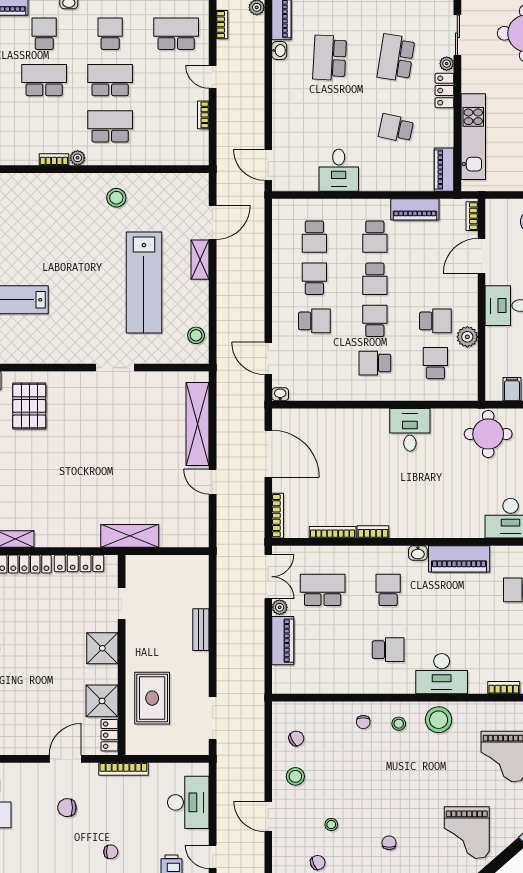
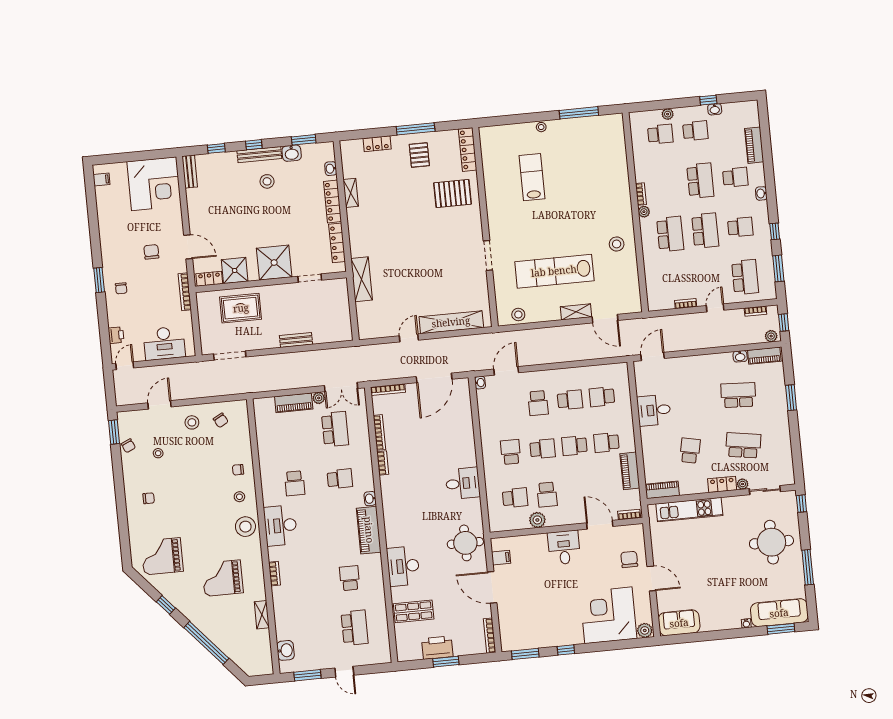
shower: (102, 648) -> (274, 263), width x1.37, depth x1.37

